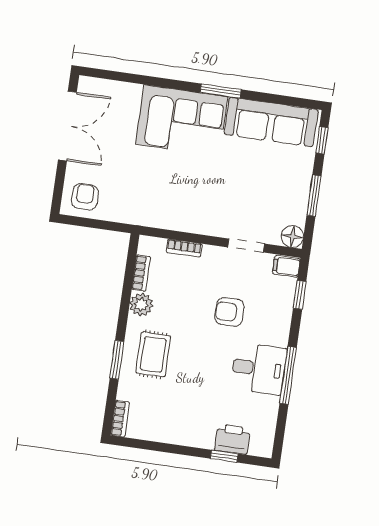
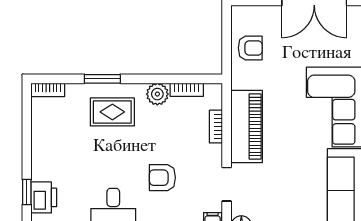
armchair: (85, 197) -> (250, 48), moved
piano: (189, 216) -> (247, 126), added
armchair: (230, 312) -> (162, 178), turned -90

